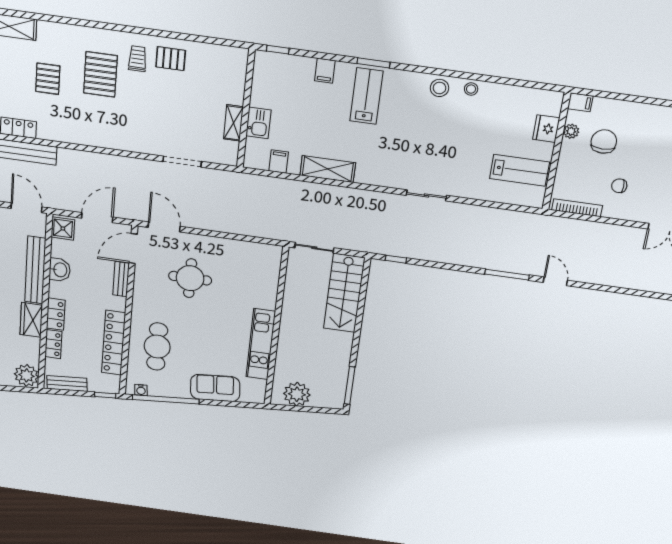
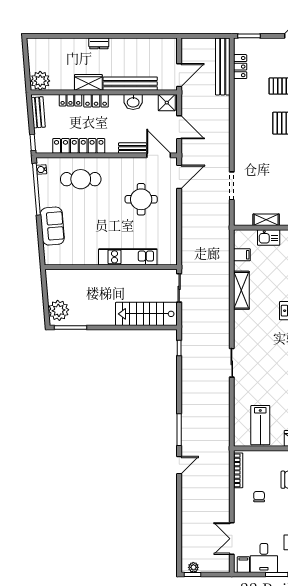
kitchen unit: (261, 344) -> (128, 257), moved
plant: (297, 394) -> (59, 310), moved

